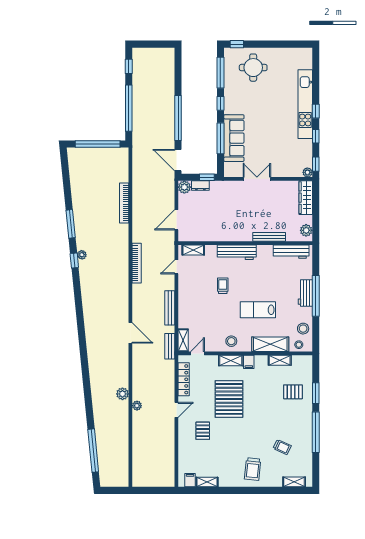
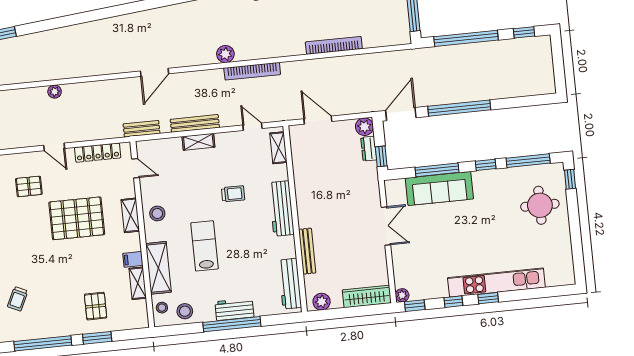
shelving: (183, 340) -> (198, 142), moved
filing cabinet: (249, 362) -> (133, 259), moved
plant: (122, 394) -> (225, 54), moved

